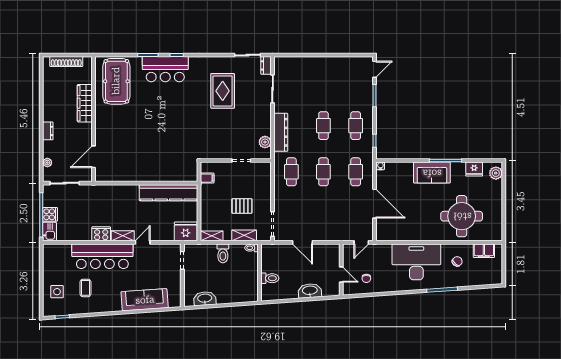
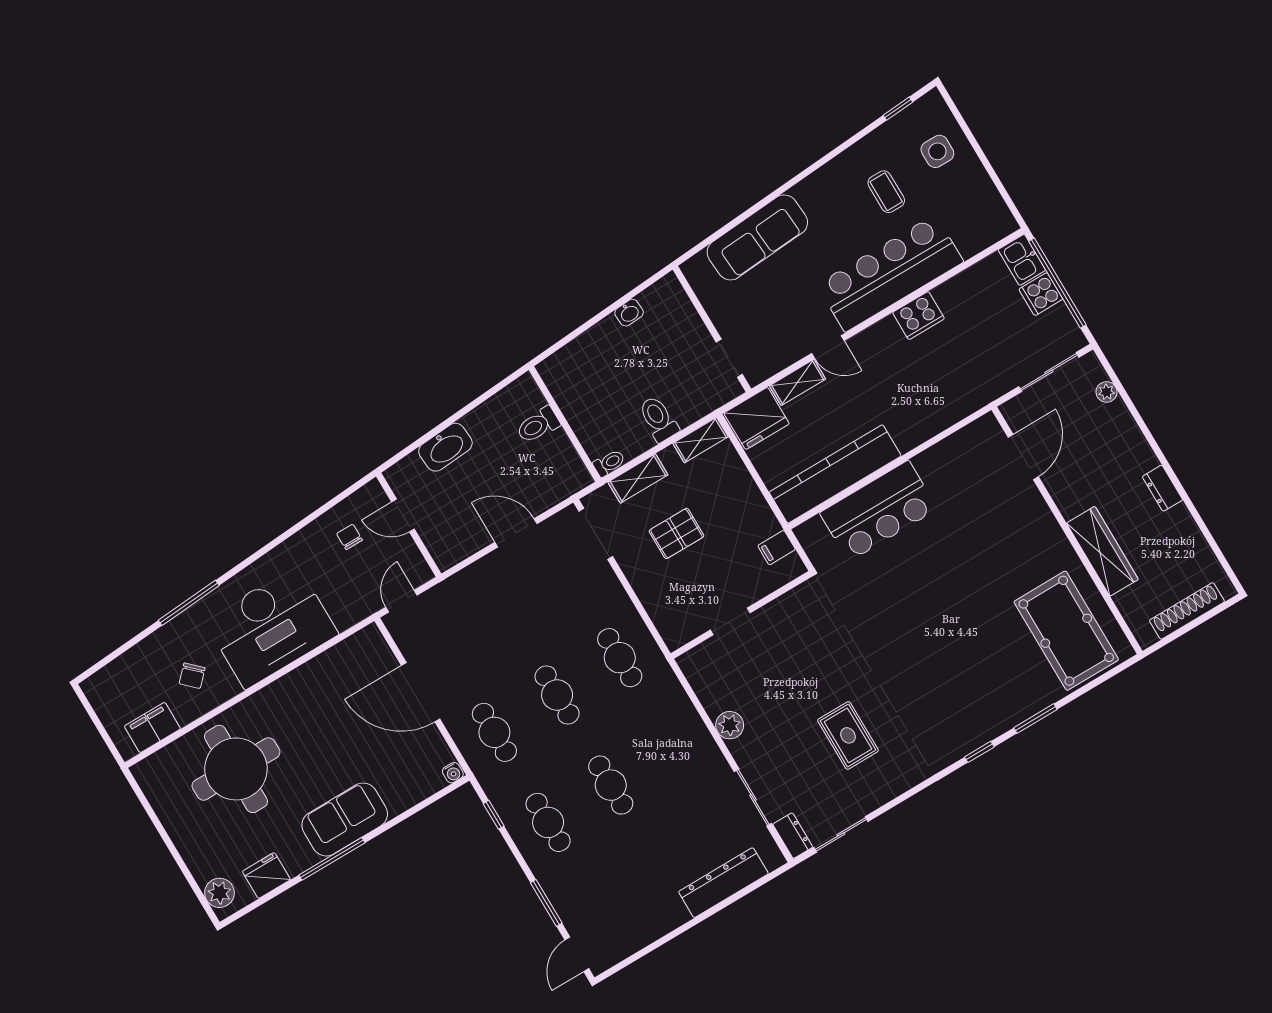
bar counter: (165, 69) -> (879, 511), moved, turned 180
rug: (223, 91) -> (848, 735), width x0.73, depth x0.70
dresser: (48, 131) -> (1162, 488), moved
dresser: (281, 132) -> (723, 883), moved, turned 90
plant: (265, 142) -> (730, 725), moved
shelving: (123, 236) -> (798, 382), moved
door: (143, 242) -> (828, 347), hinge flipped
washbasin: (205, 299) -> (629, 313), width x0.52, depth x0.69

